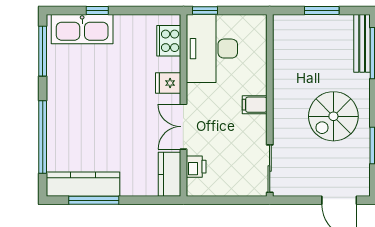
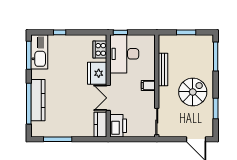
kitchen sink: (82, 29) -> (39, 52), moved, turned -90
bench: (362, 43) -> (163, 70), moved
fridge: (168, 83) -> (97, 73), width x1.88, depth x1.34
spiral stairs: (333, 116) -> (193, 92), turned 180
printer: (196, 167) -> (118, 126), width x1.87, depth x1.48
kitchen counter: (83, 184) -> (38, 100), moved, turned 90

